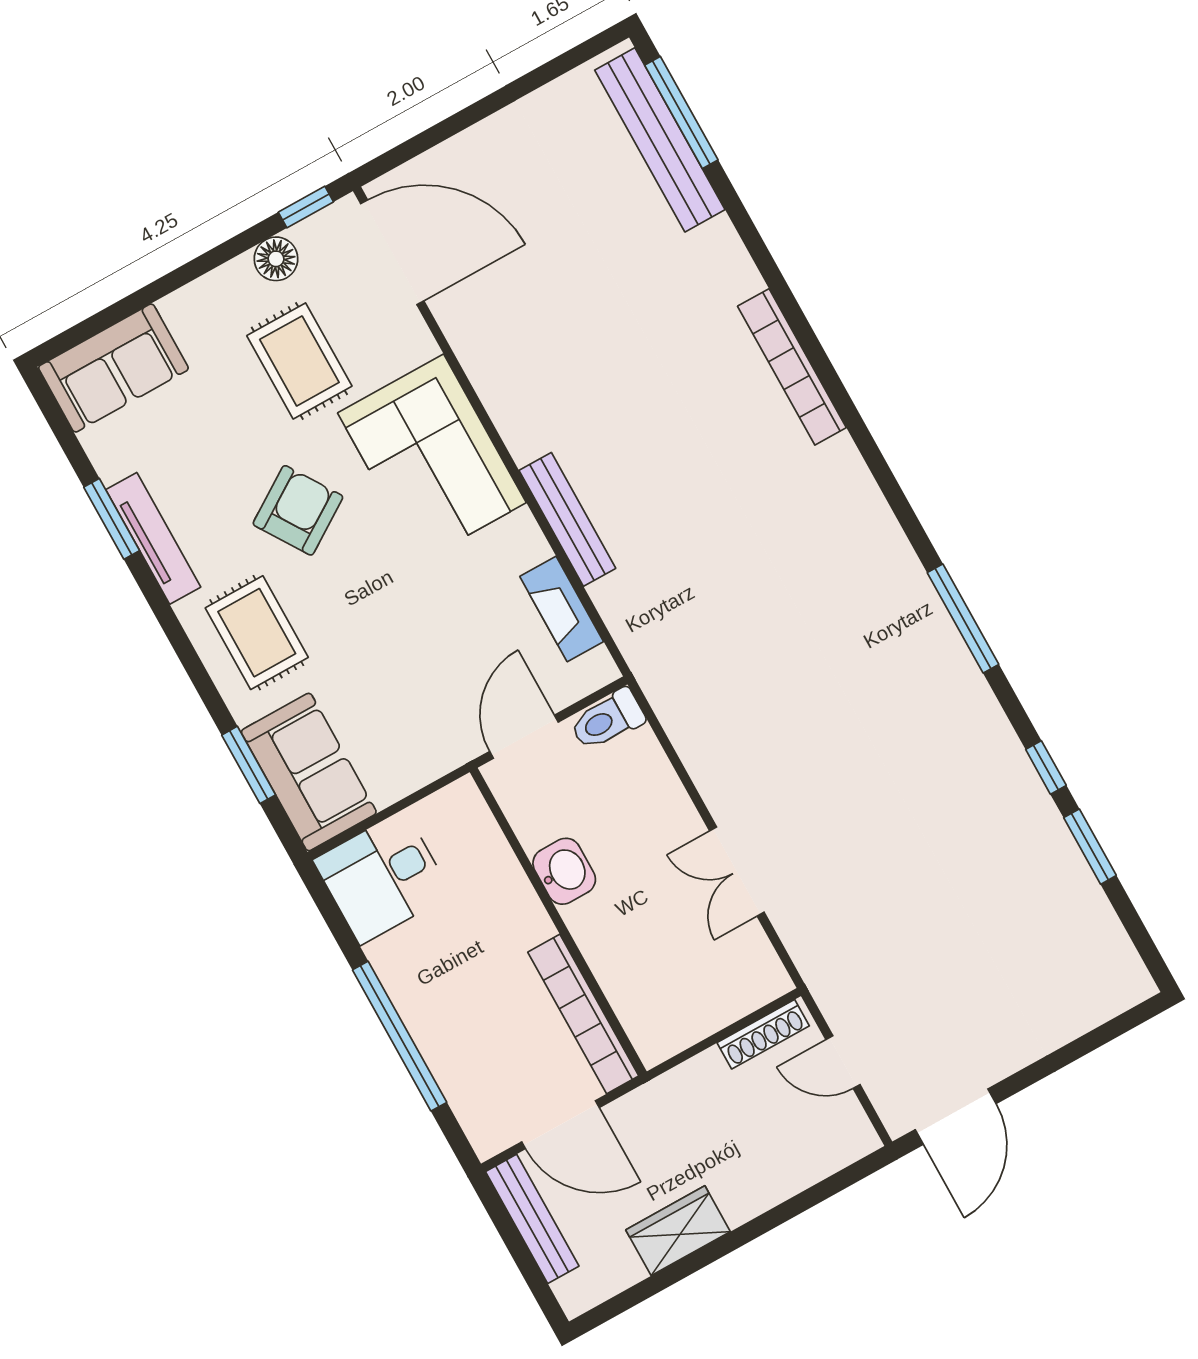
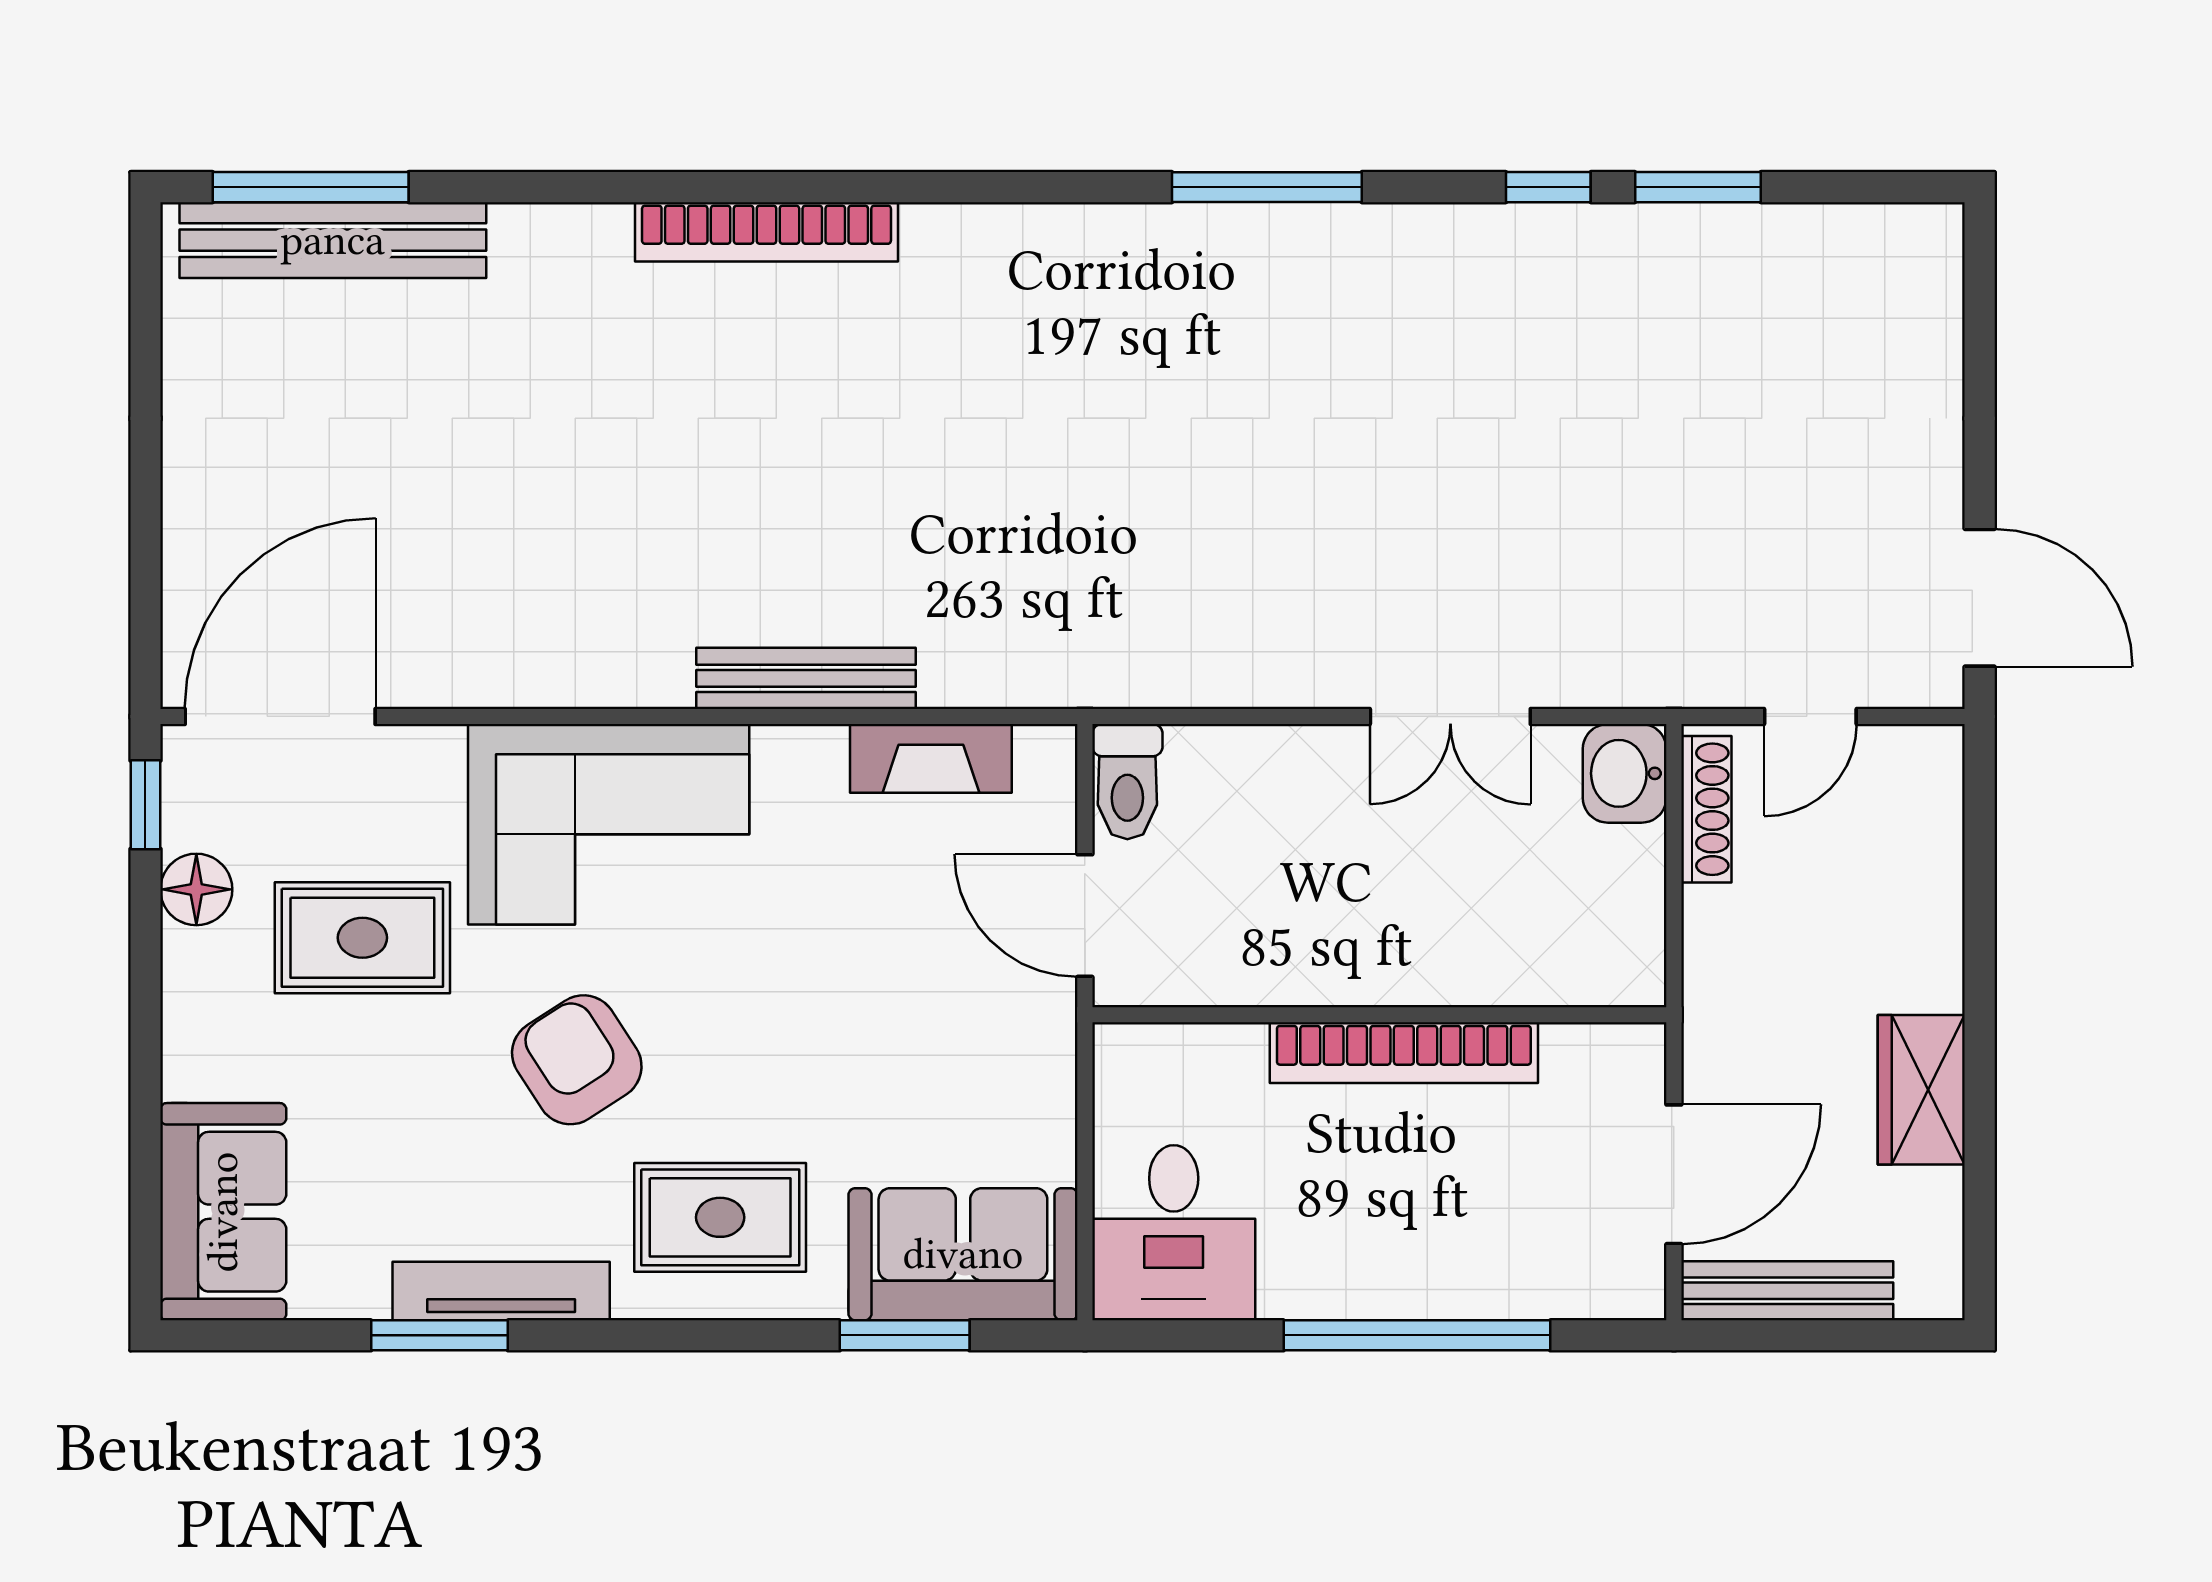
washbasin: (564, 871) -> (1625, 773), moved, turned -90
bookcase: (583, 1014) -> (1404, 1053), moved

